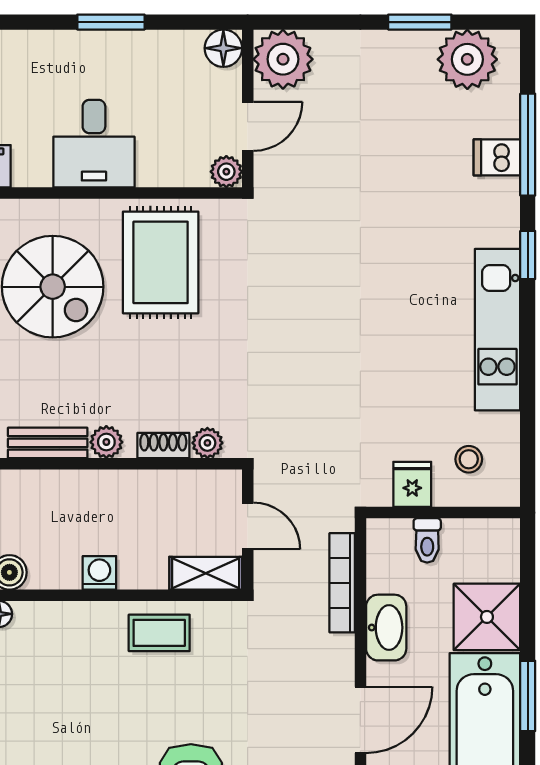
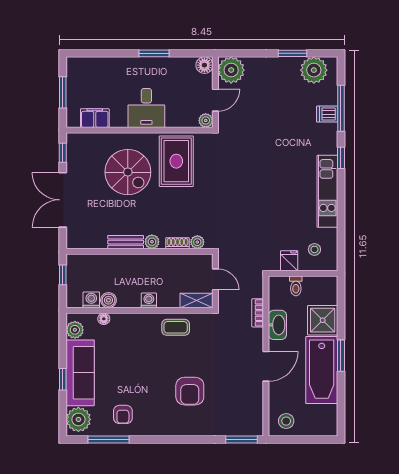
bookcase: (342, 583) -> (258, 313), width x0.64

